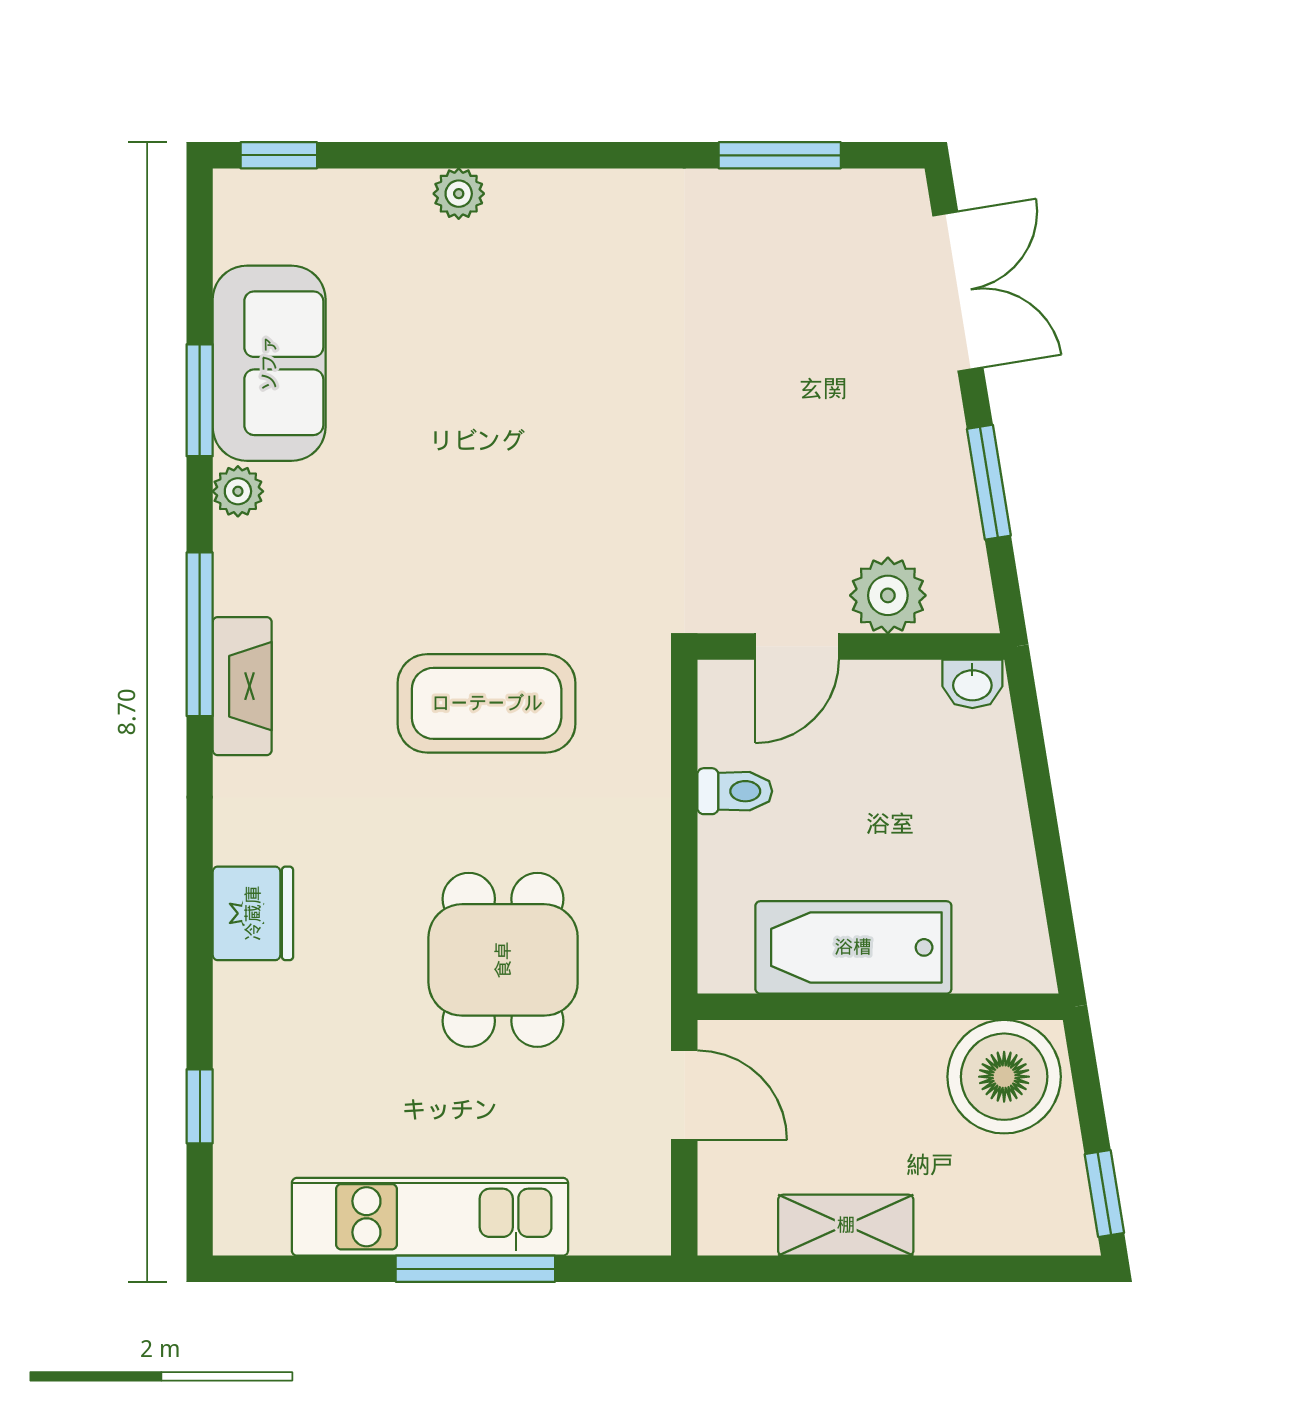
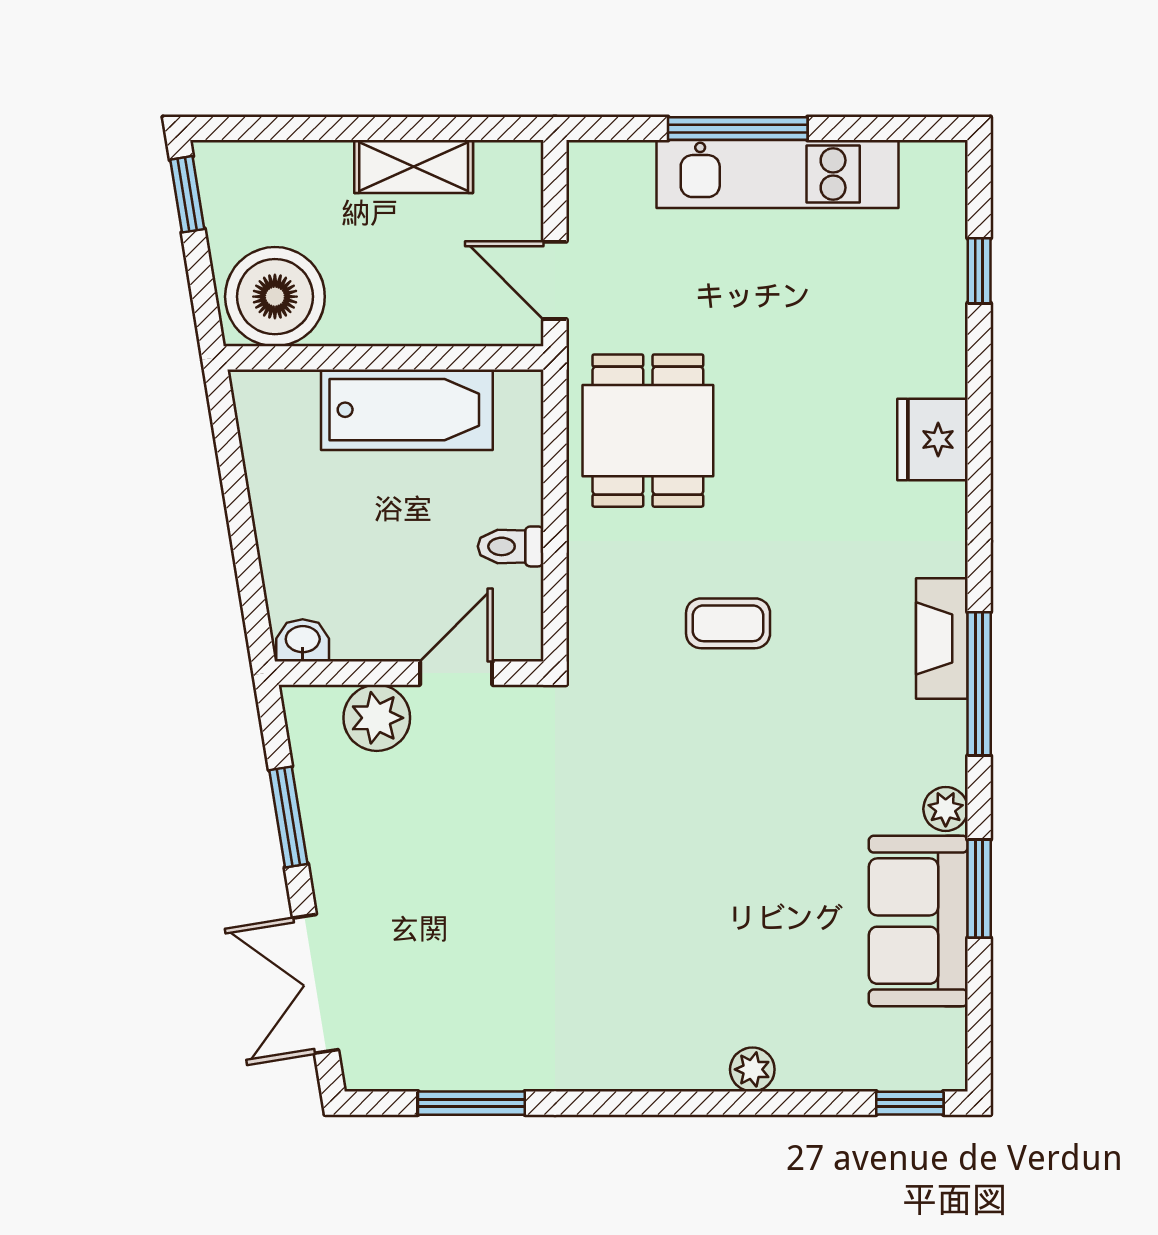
coffee table: (487, 703) -> (728, 623), width x0.54, depth x0.58
dining table: (503, 960) -> (648, 431), moved

